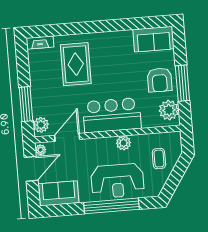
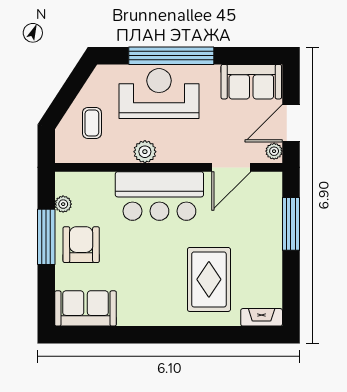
plant: (169, 110) -> (63, 204), width x0.53, depth x0.53
plant: (41, 125) -> (270, 190), removed

